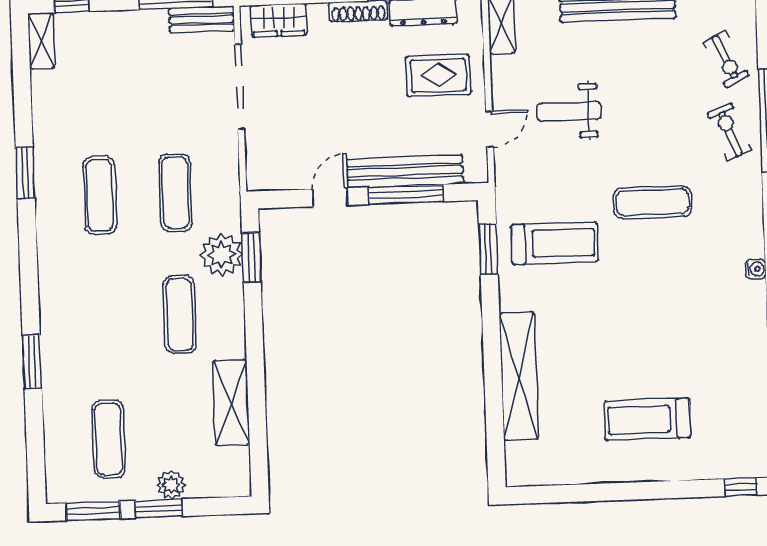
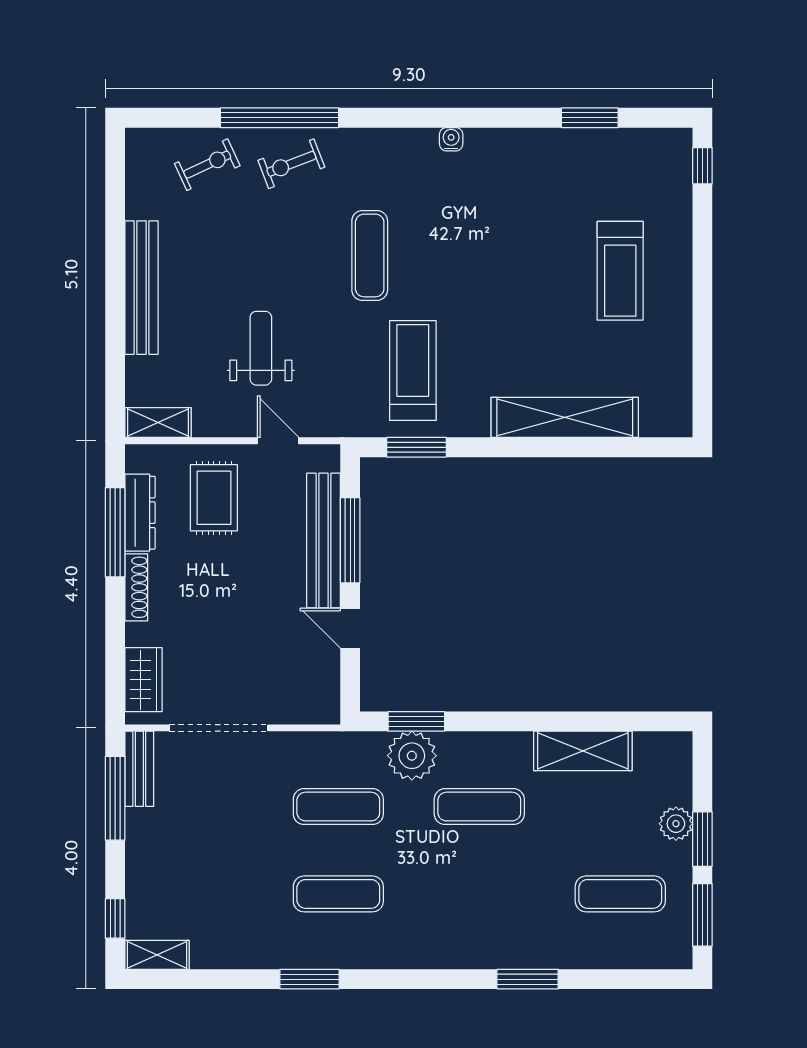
weight bench: (569, 111) -> (261, 348), turned 180

